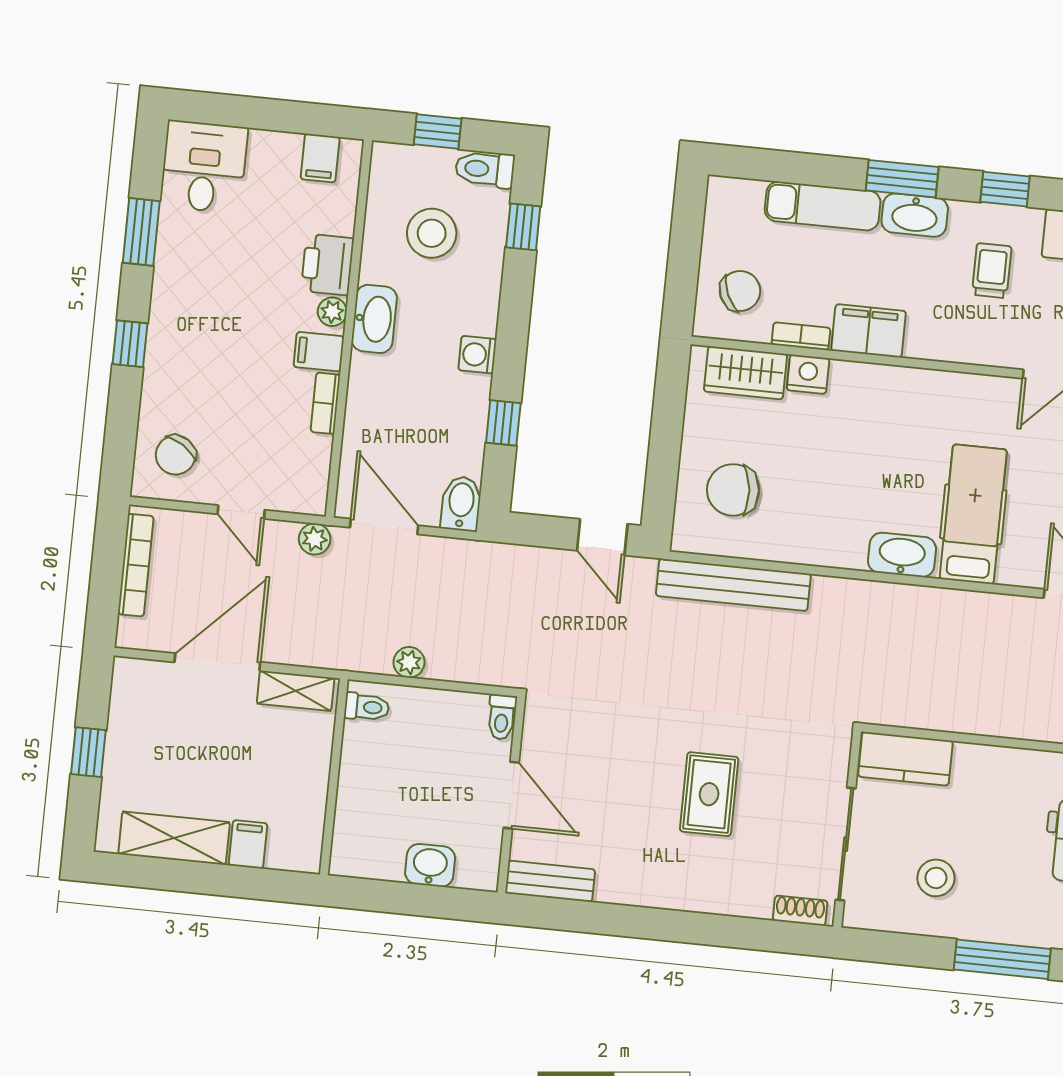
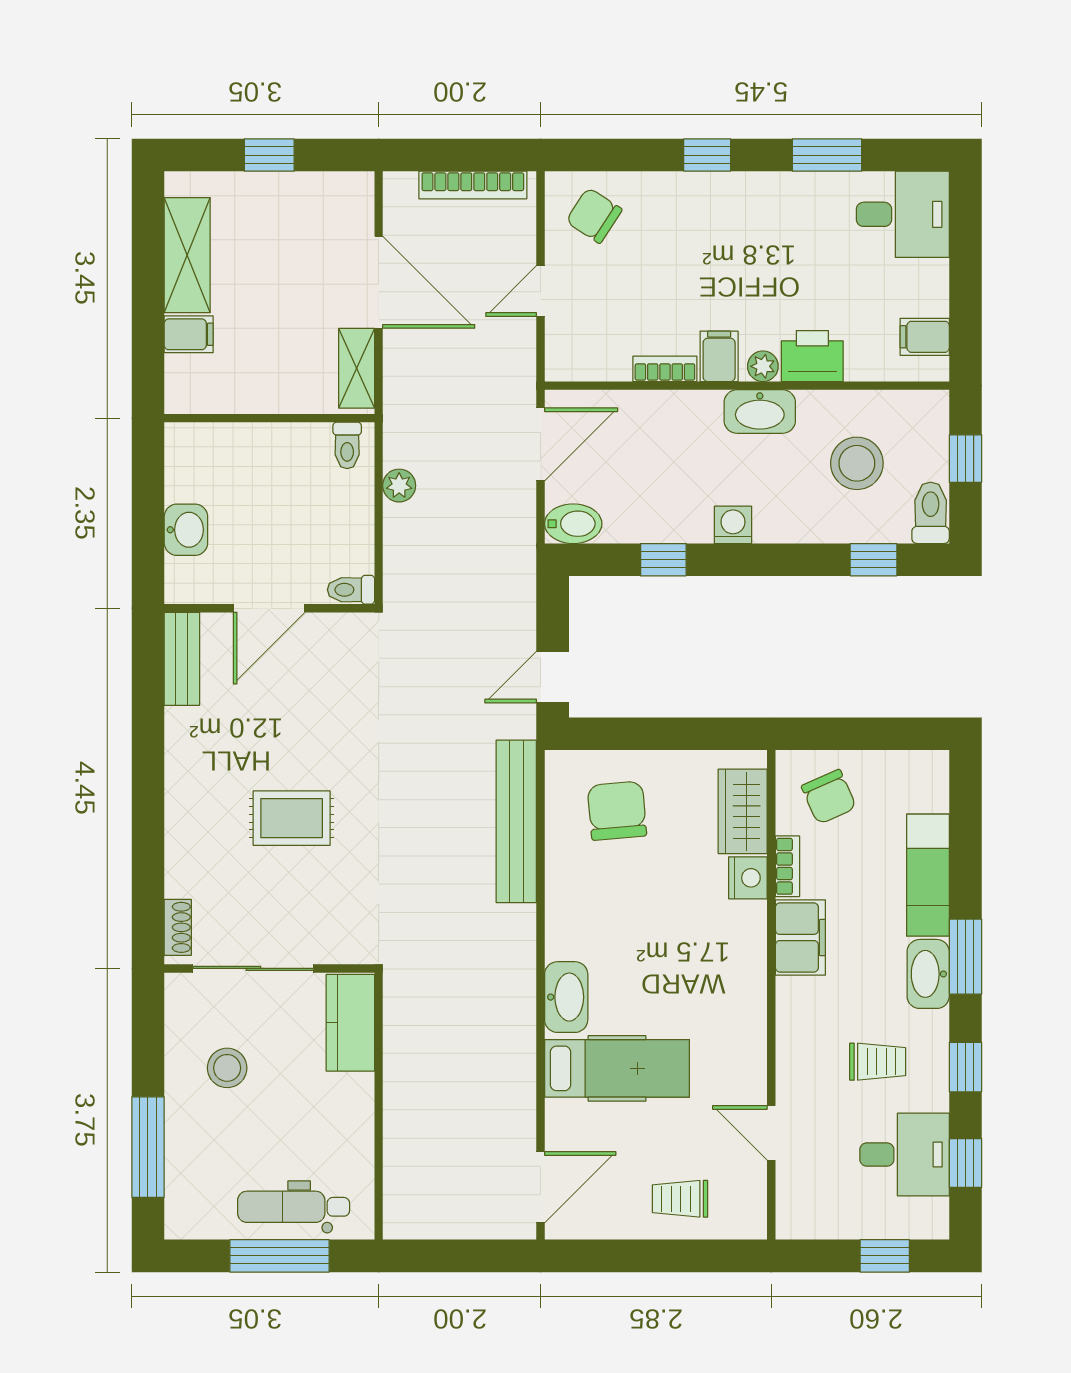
plant: (315, 539) -> (520, 372), removed

